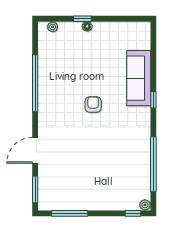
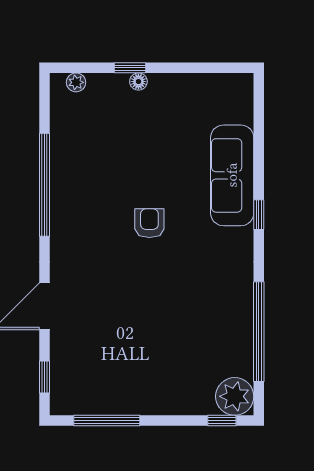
window: (35, 189) -> (44, 377), width x0.67
plant: (145, 205) -> (235, 396), width x1.87, depth x1.87

